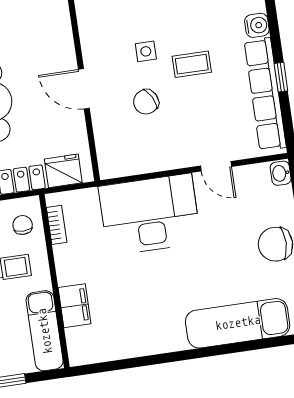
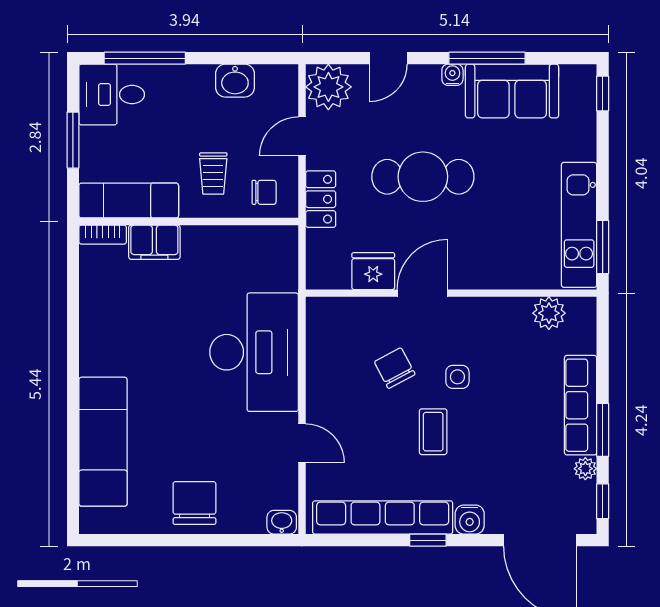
window: (281, 77) -> (428, 540), moved
door: (216, 166) -> (302, 443), swing flipped
fridge: (63, 171) -> (373, 271), moved, turned -90
bookcase: (57, 225) -> (103, 235), moved

